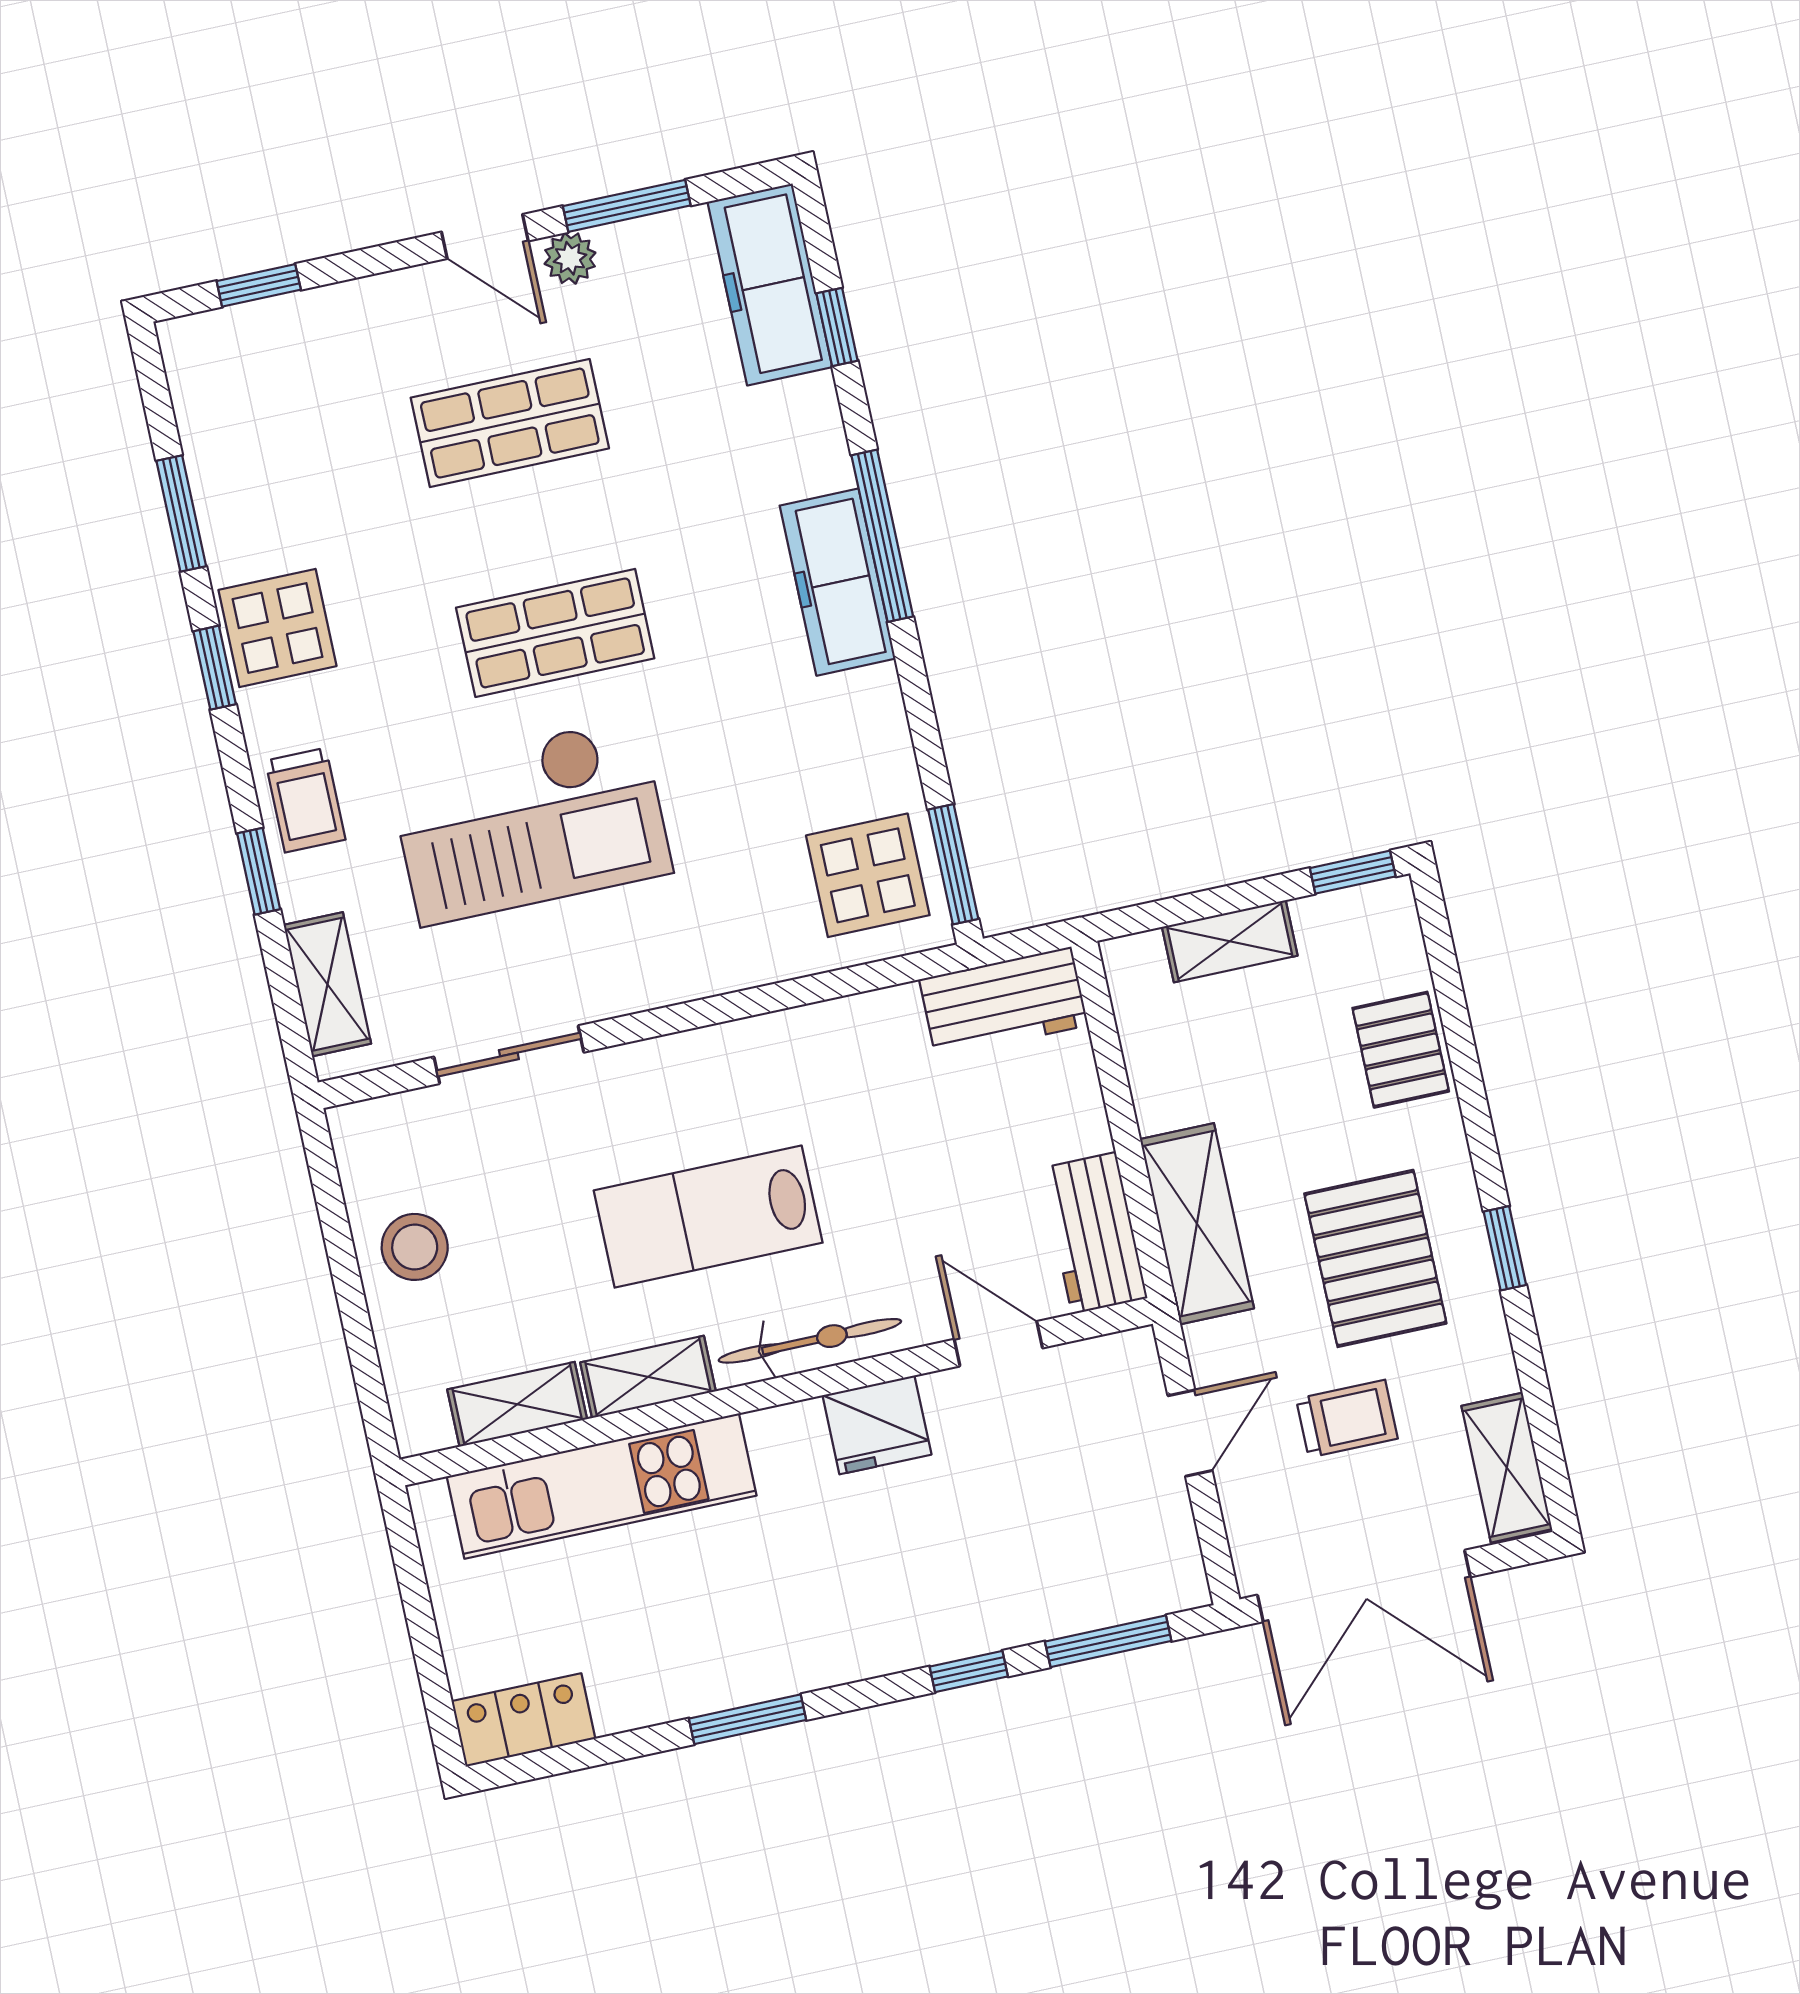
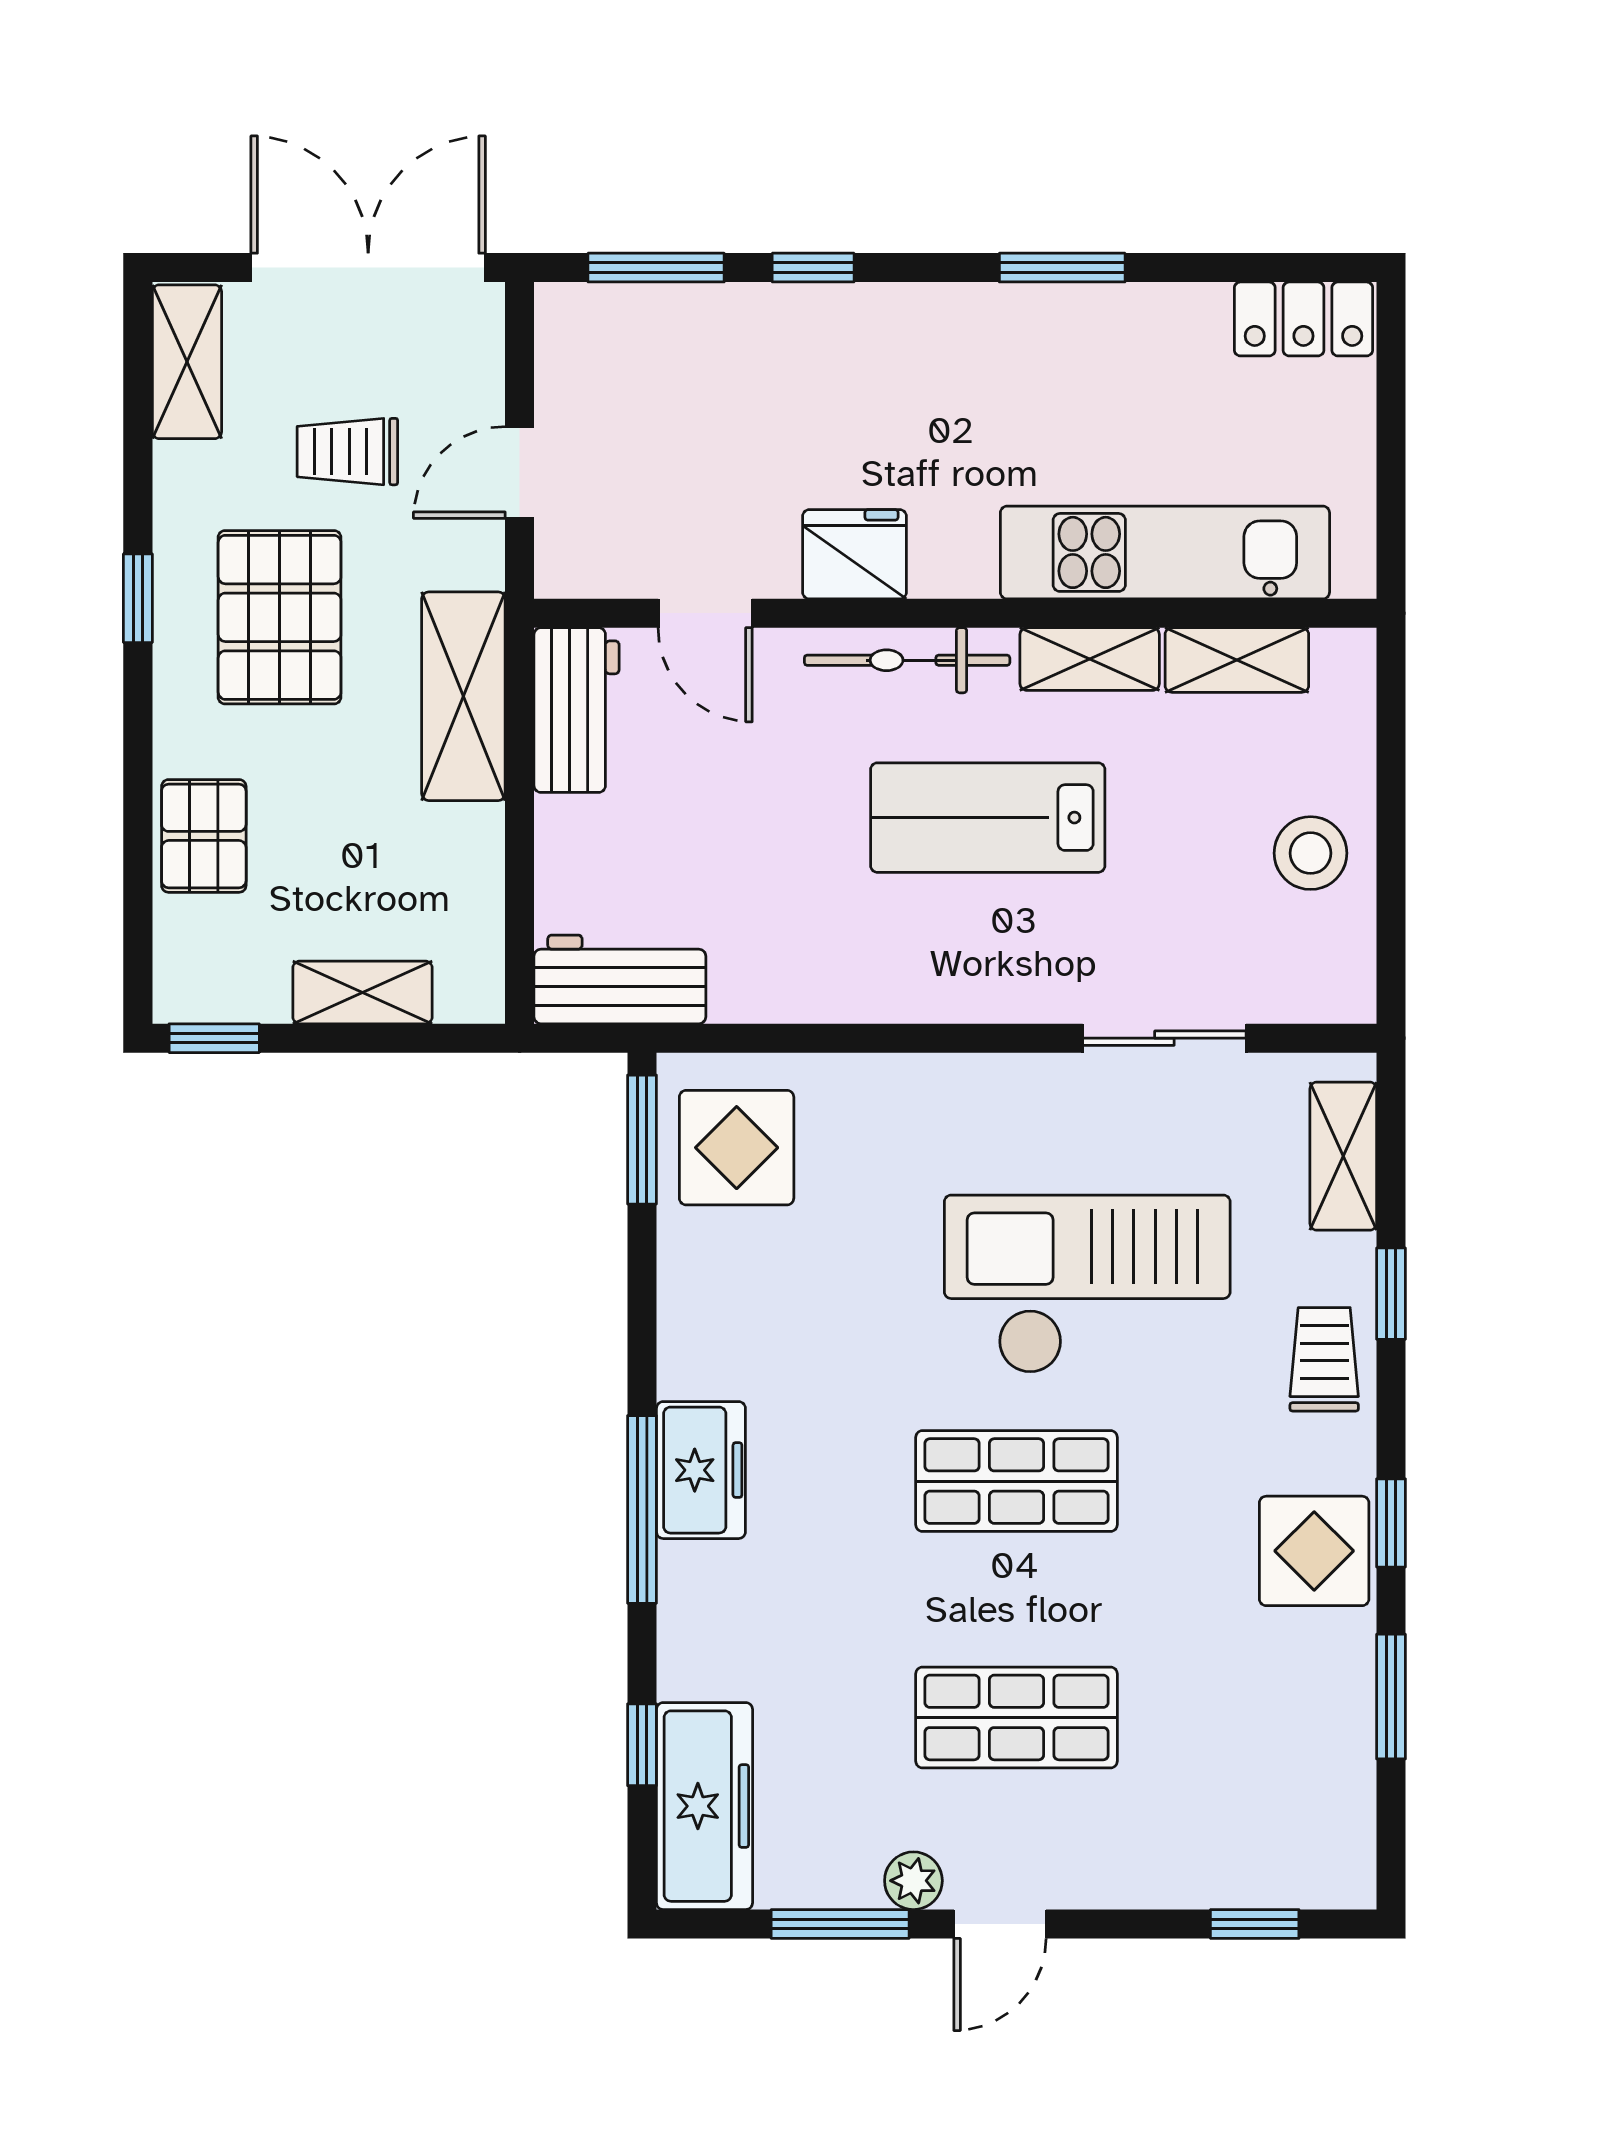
door: (485, 236) -> (1000, 1924), swing flipped
freezer: (838, 582) -> (701, 1470), width x0.71
lab bench: (708, 1217) -> (988, 818), turned 180

